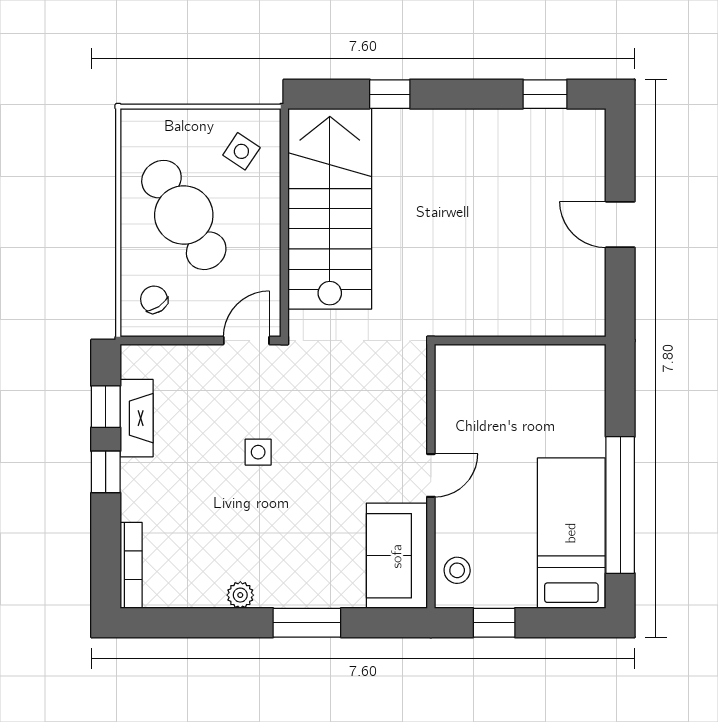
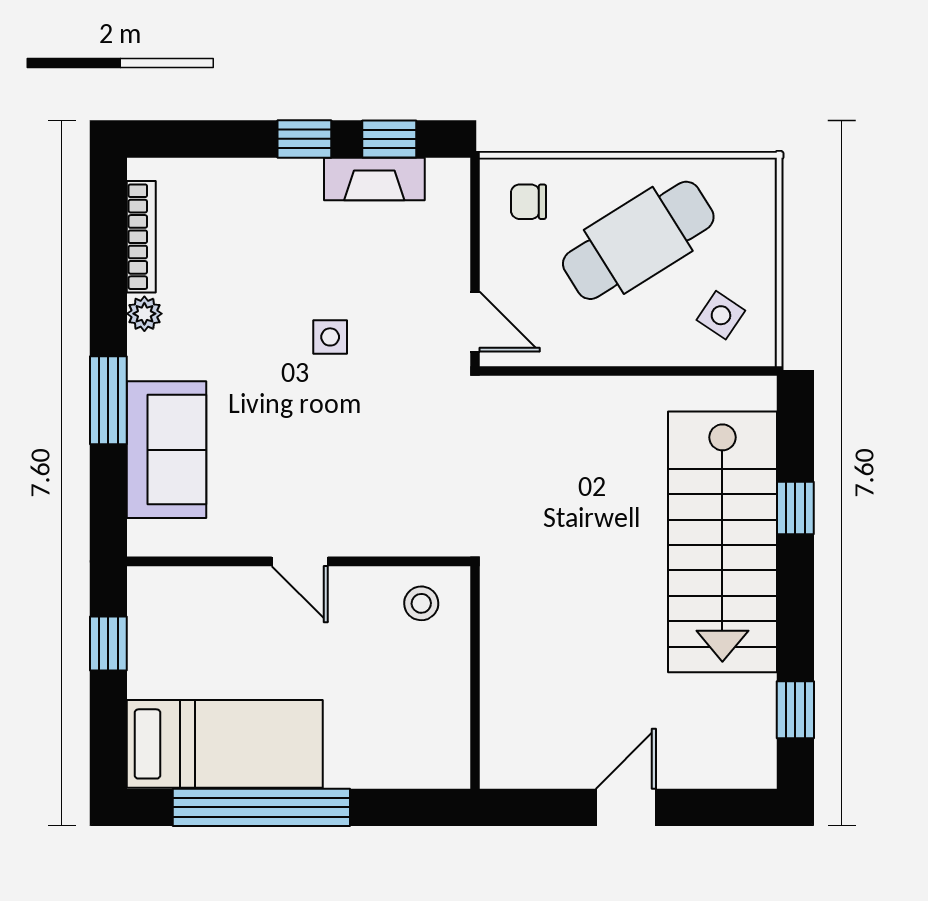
stairs: (330, 209) -> (722, 542), moved, turned 90
chair: (154, 299) -> (528, 202), turned -146
sofa: (397, 556) -> (167, 450), moved, turned 90
bookcase: (131, 565) -> (141, 237), moved, turned -90
stool: (457, 570) -> (421, 603), moved

